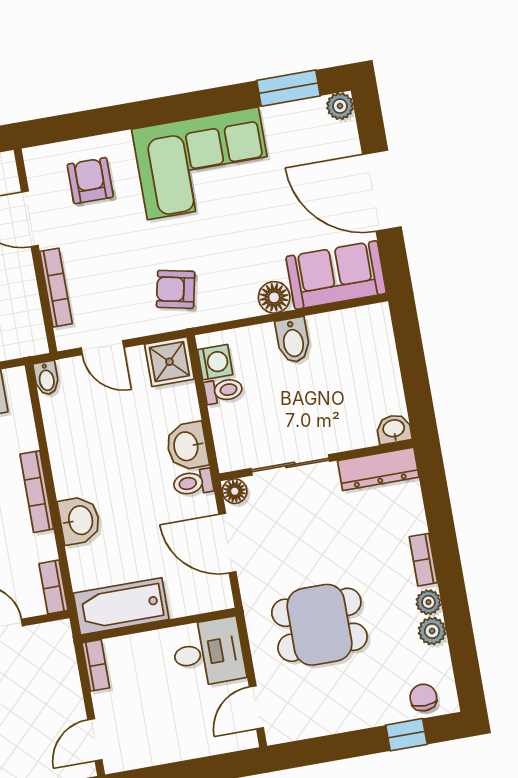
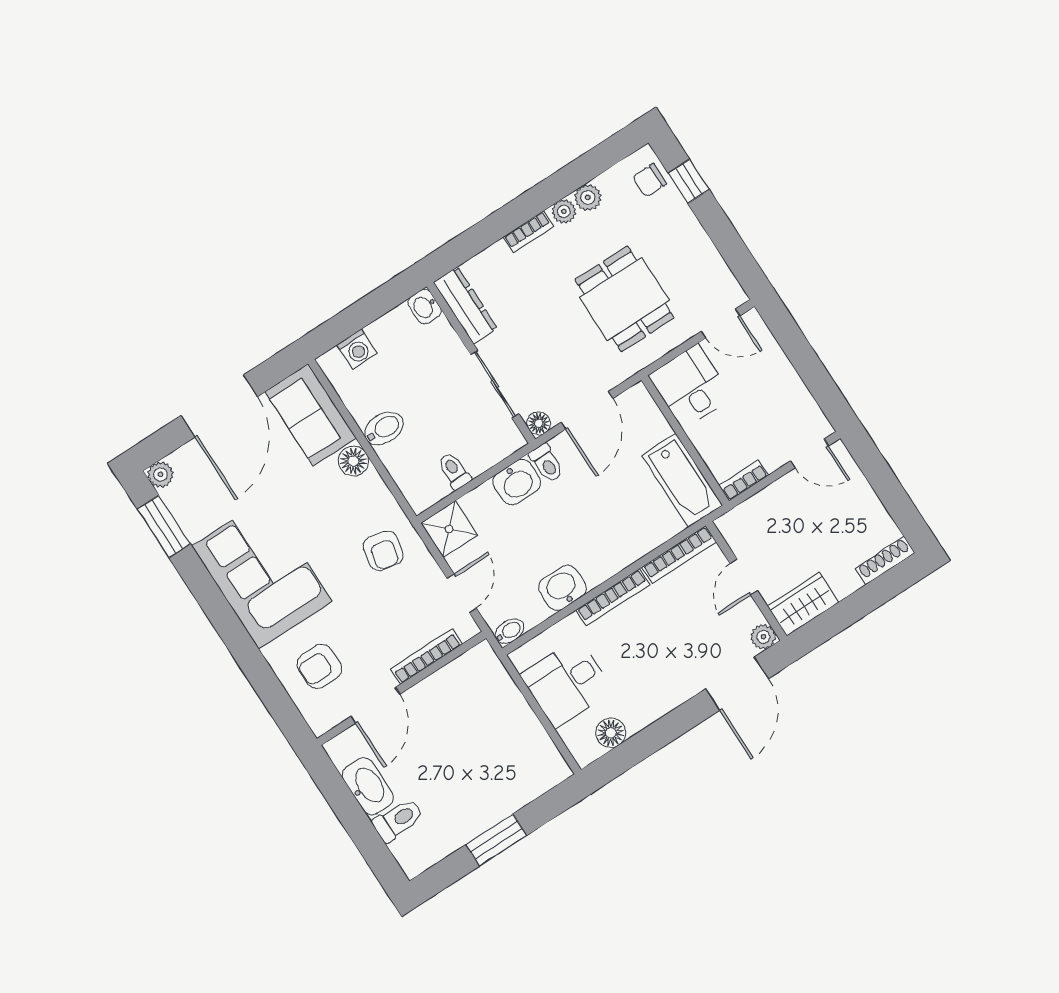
washing machine: (215, 362) -> (357, 349), moved, turned 180
washbasin: (79, 520) -> (562, 588), moved
bookcase: (54, 587) -> (679, 554), width x1.56

